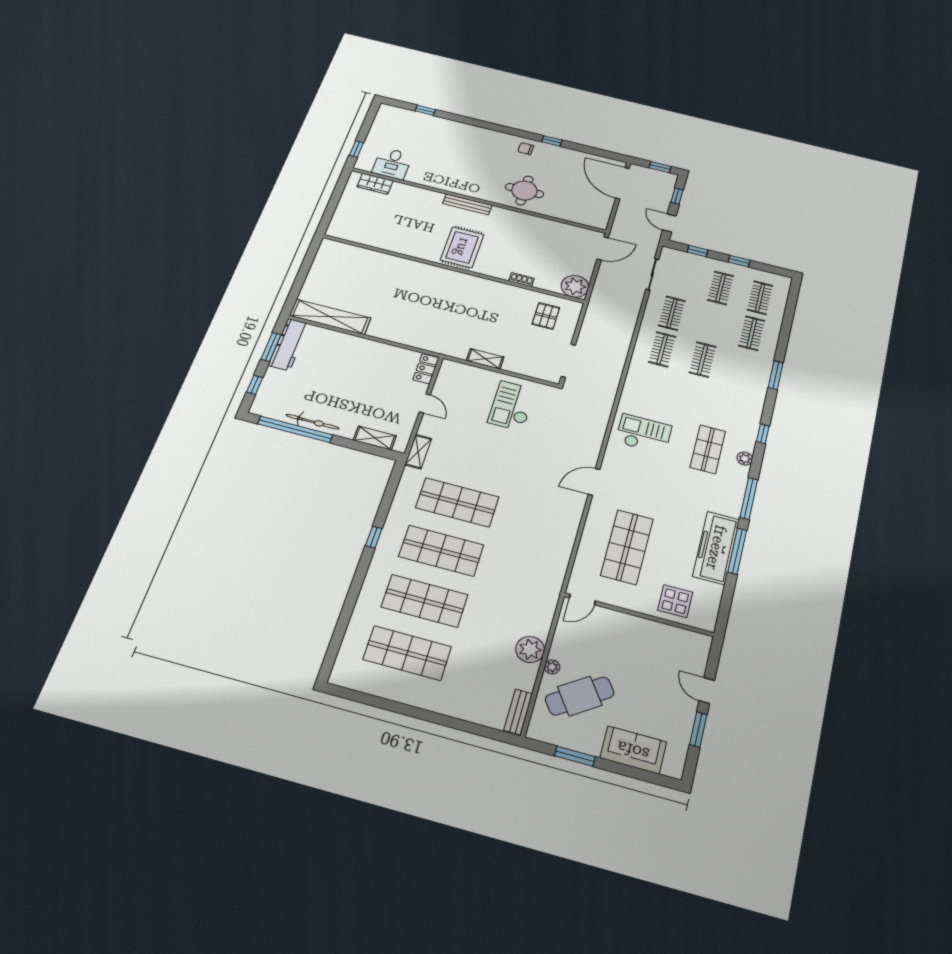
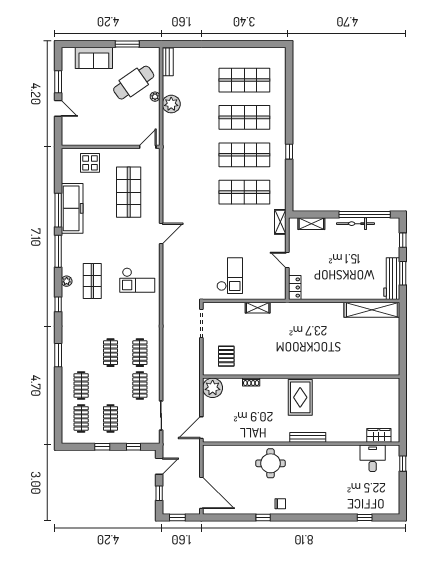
door: (669, 223) -> (159, 466), hinge flipped

